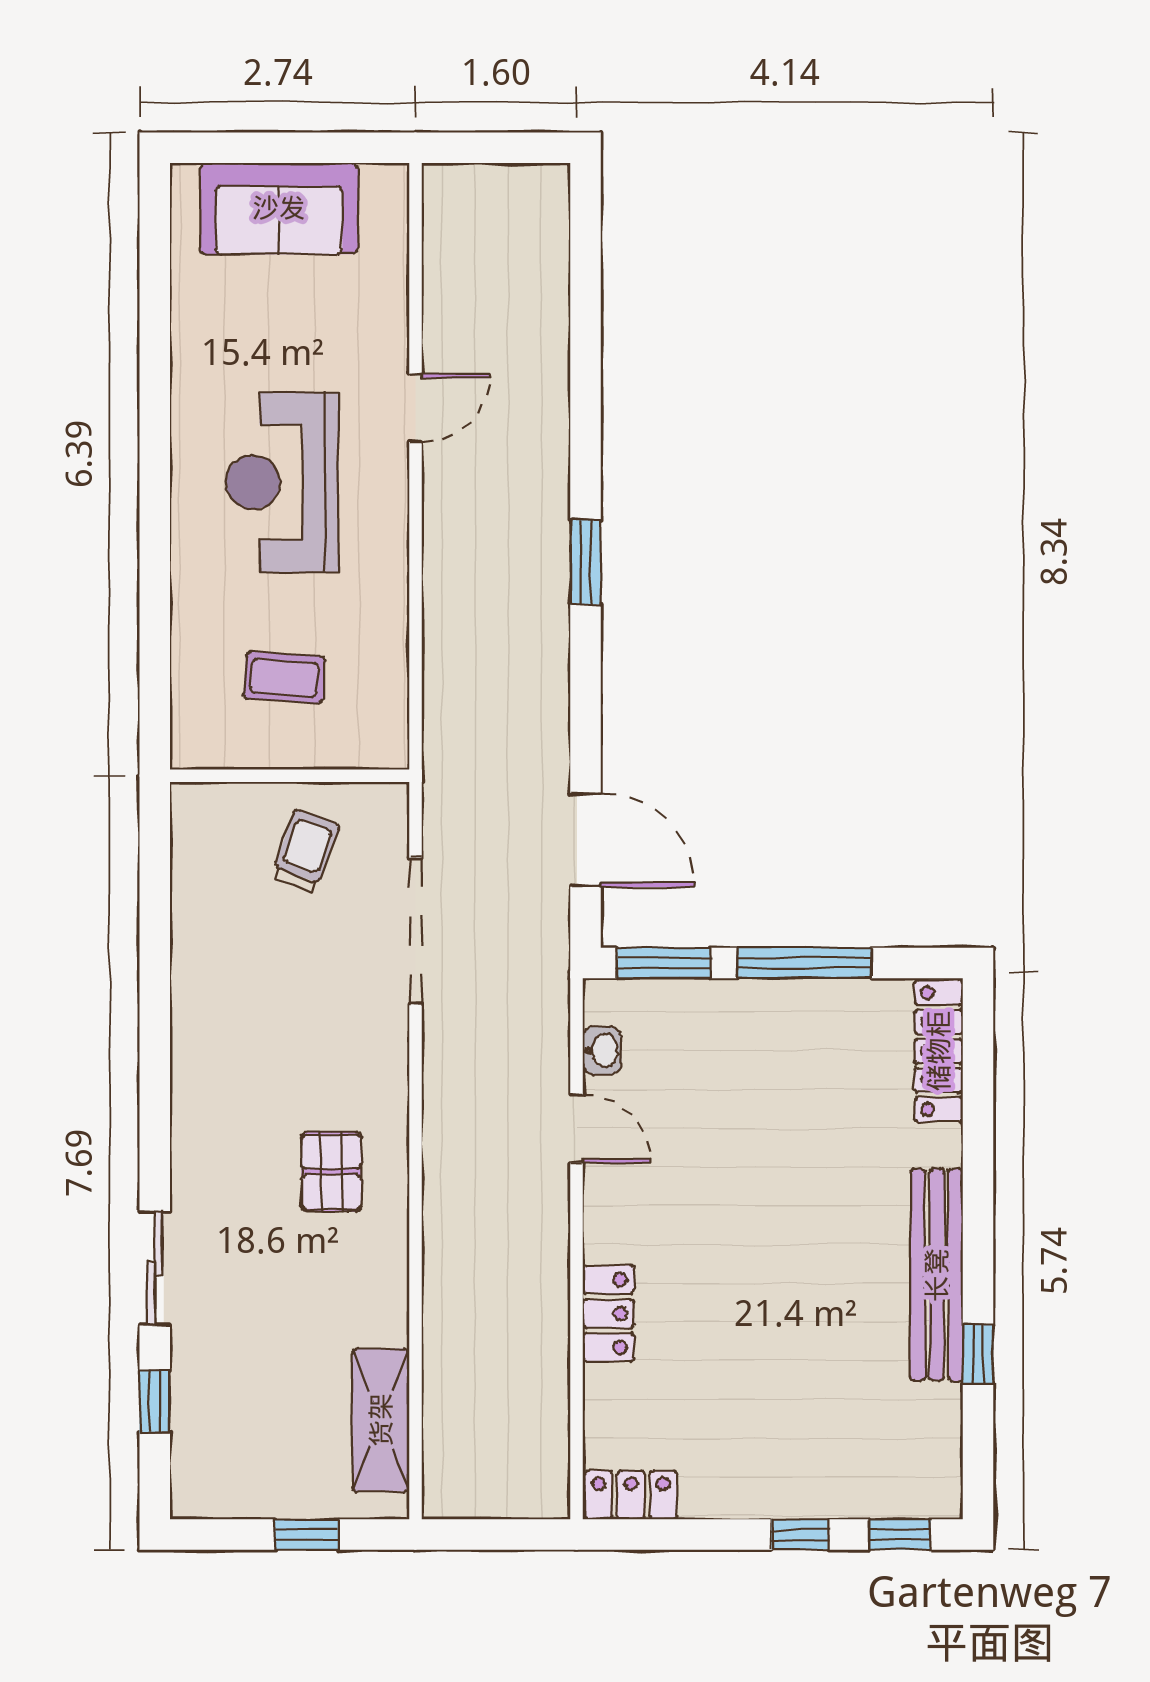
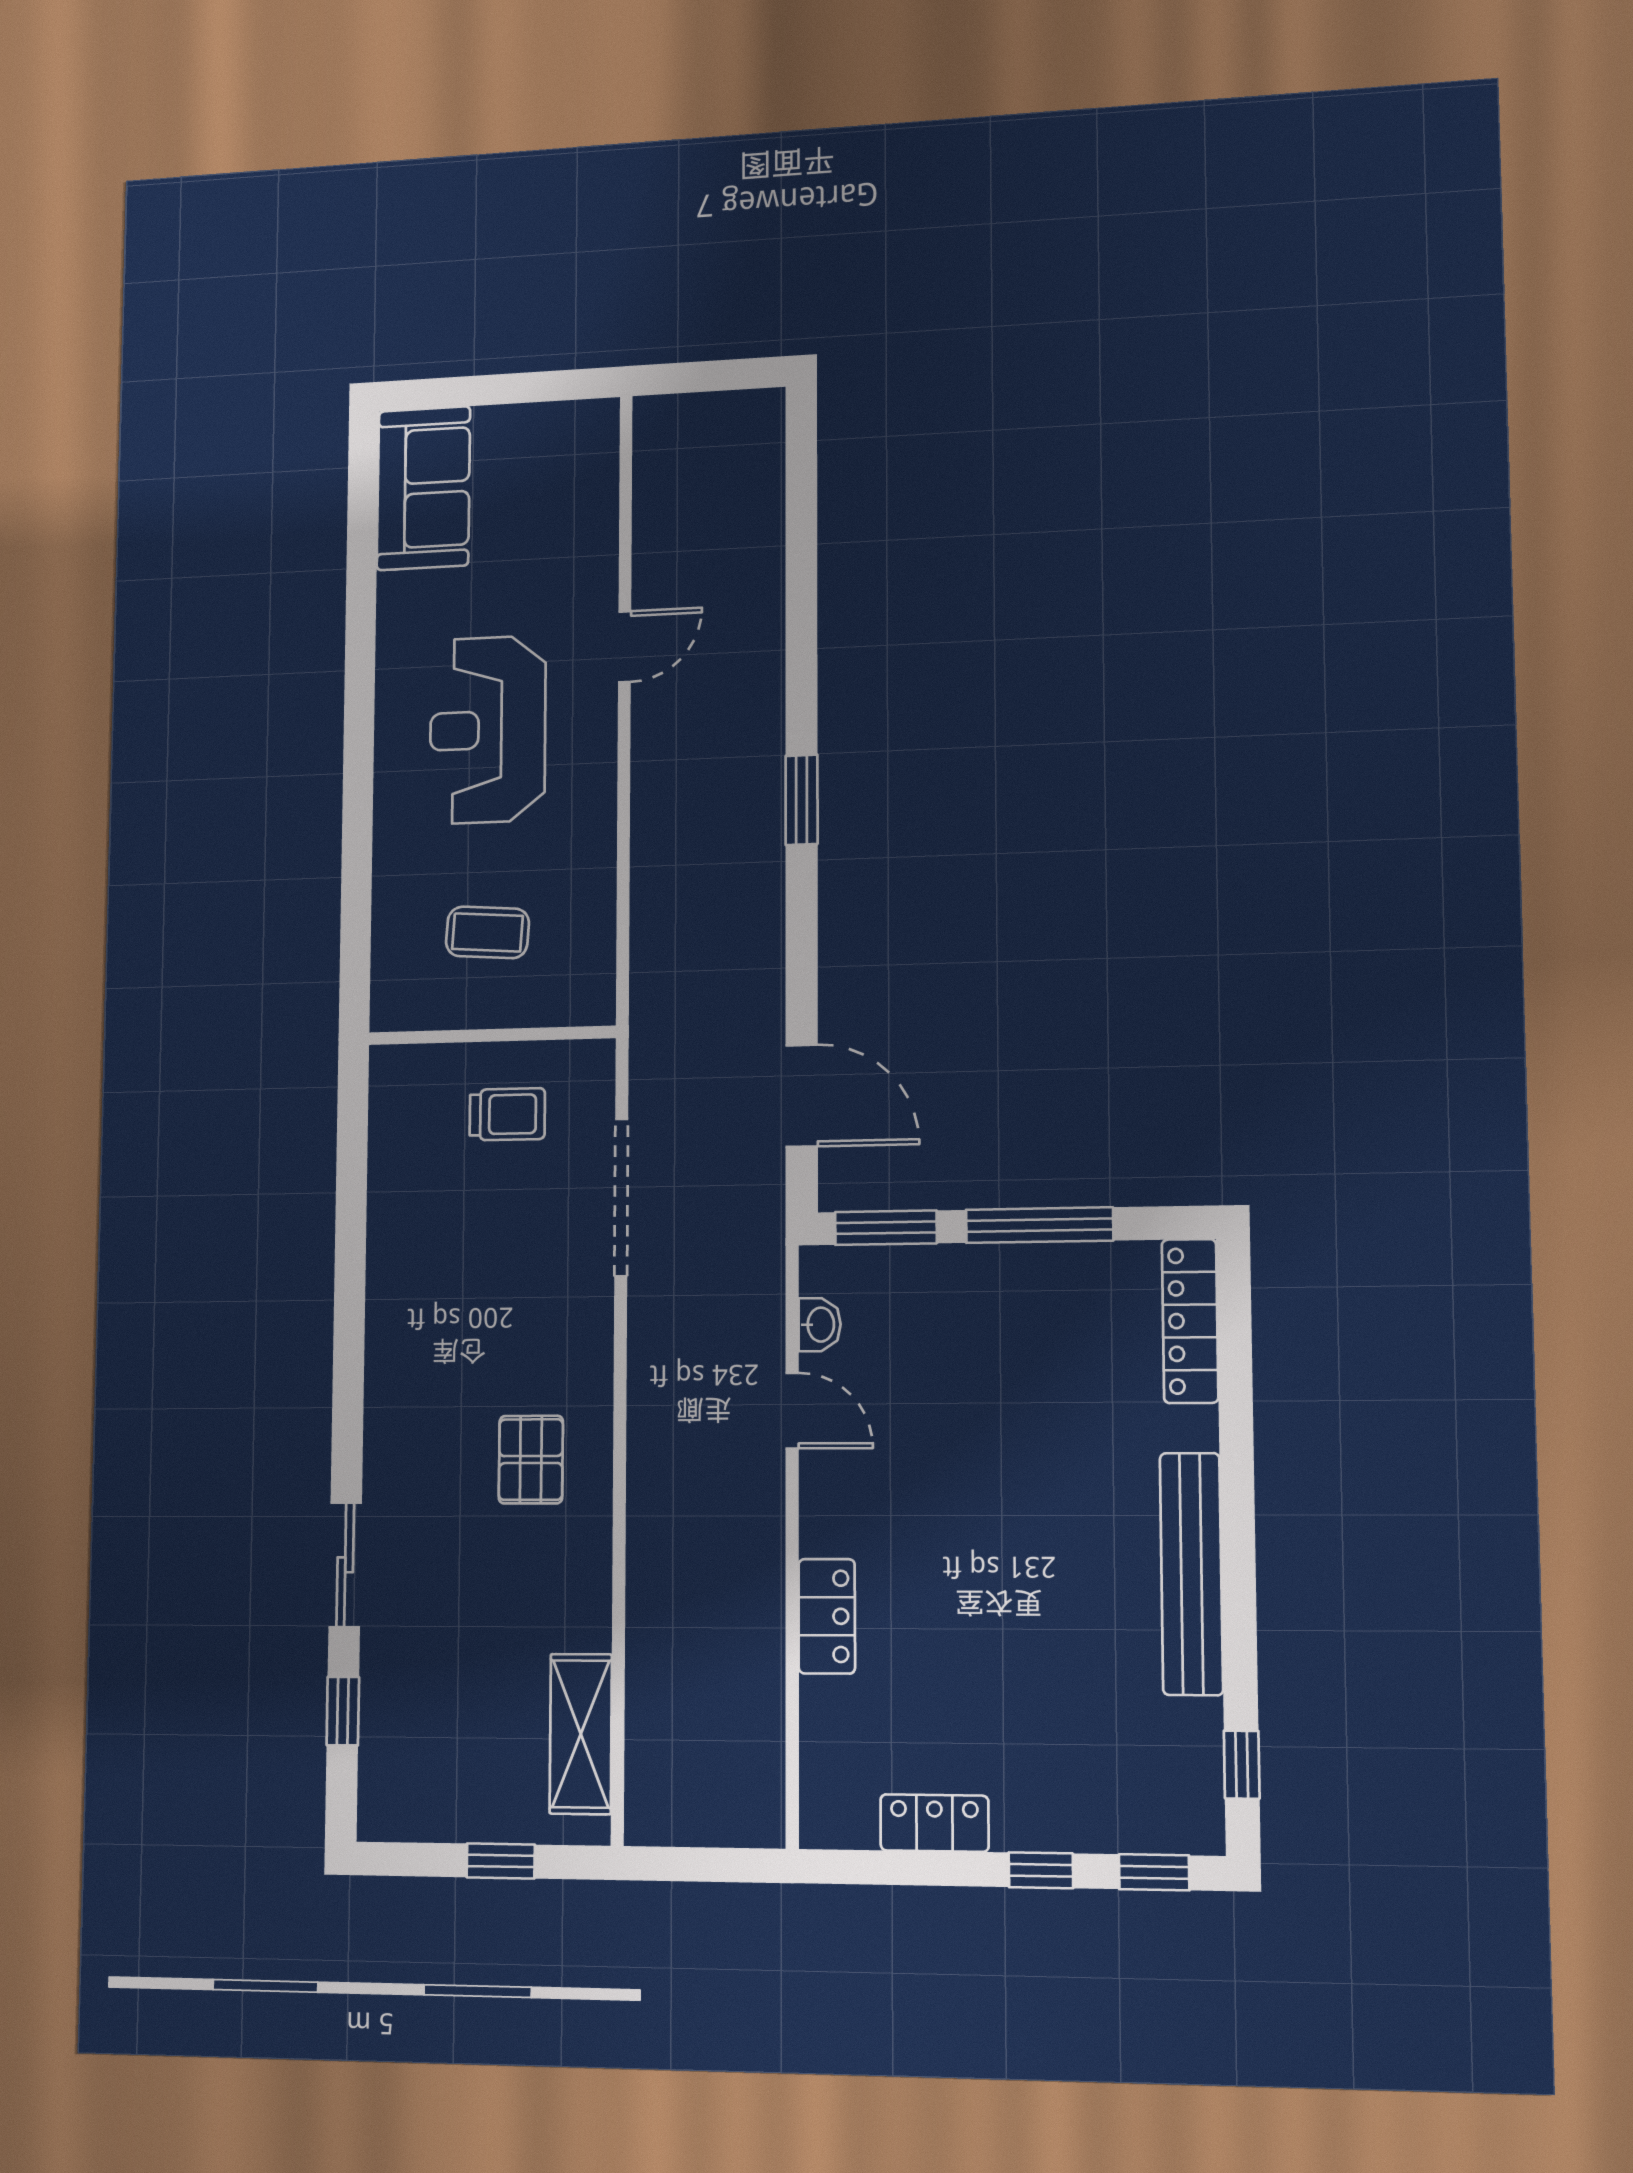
sofa: (279, 208) -> (423, 488), moved, turned -90
trolley: (306, 851) -> (507, 1114), turned 70
window: (978, 1354) -> (1242, 1765), moved
locker: (631, 1495) -> (934, 1823), moved

